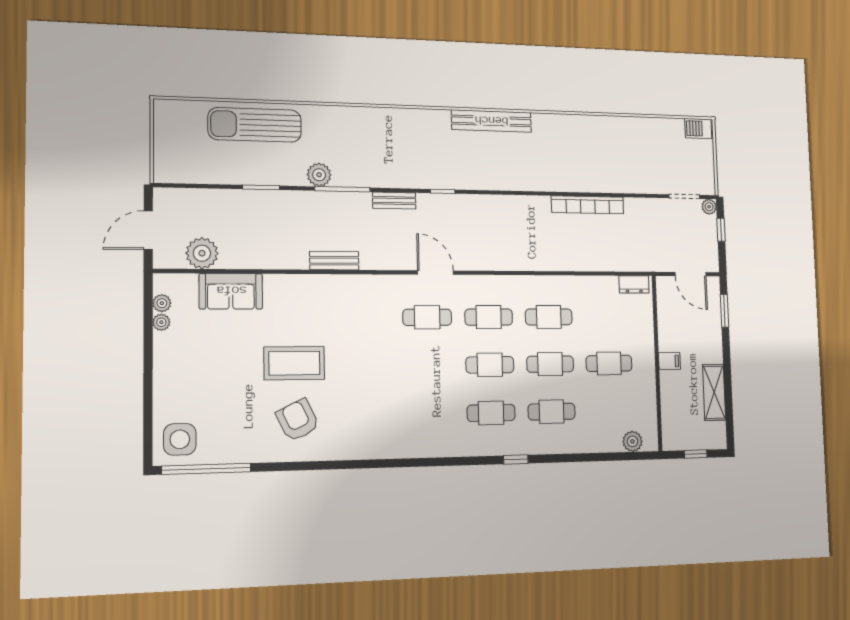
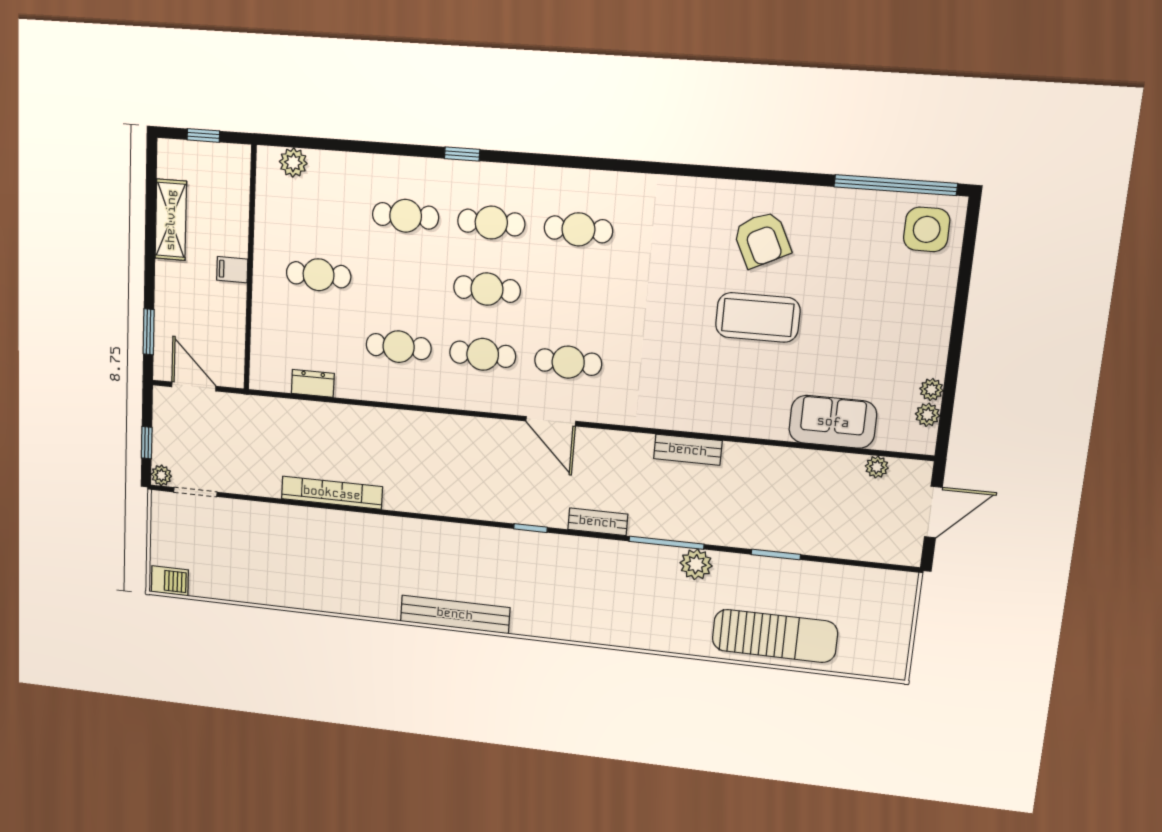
plant: (202, 253) -> (877, 467), width x0.53, depth x0.53
dresser: (634, 284) -> (313, 383), moved
cafe table: (550, 364) -> (578, 229), moved

